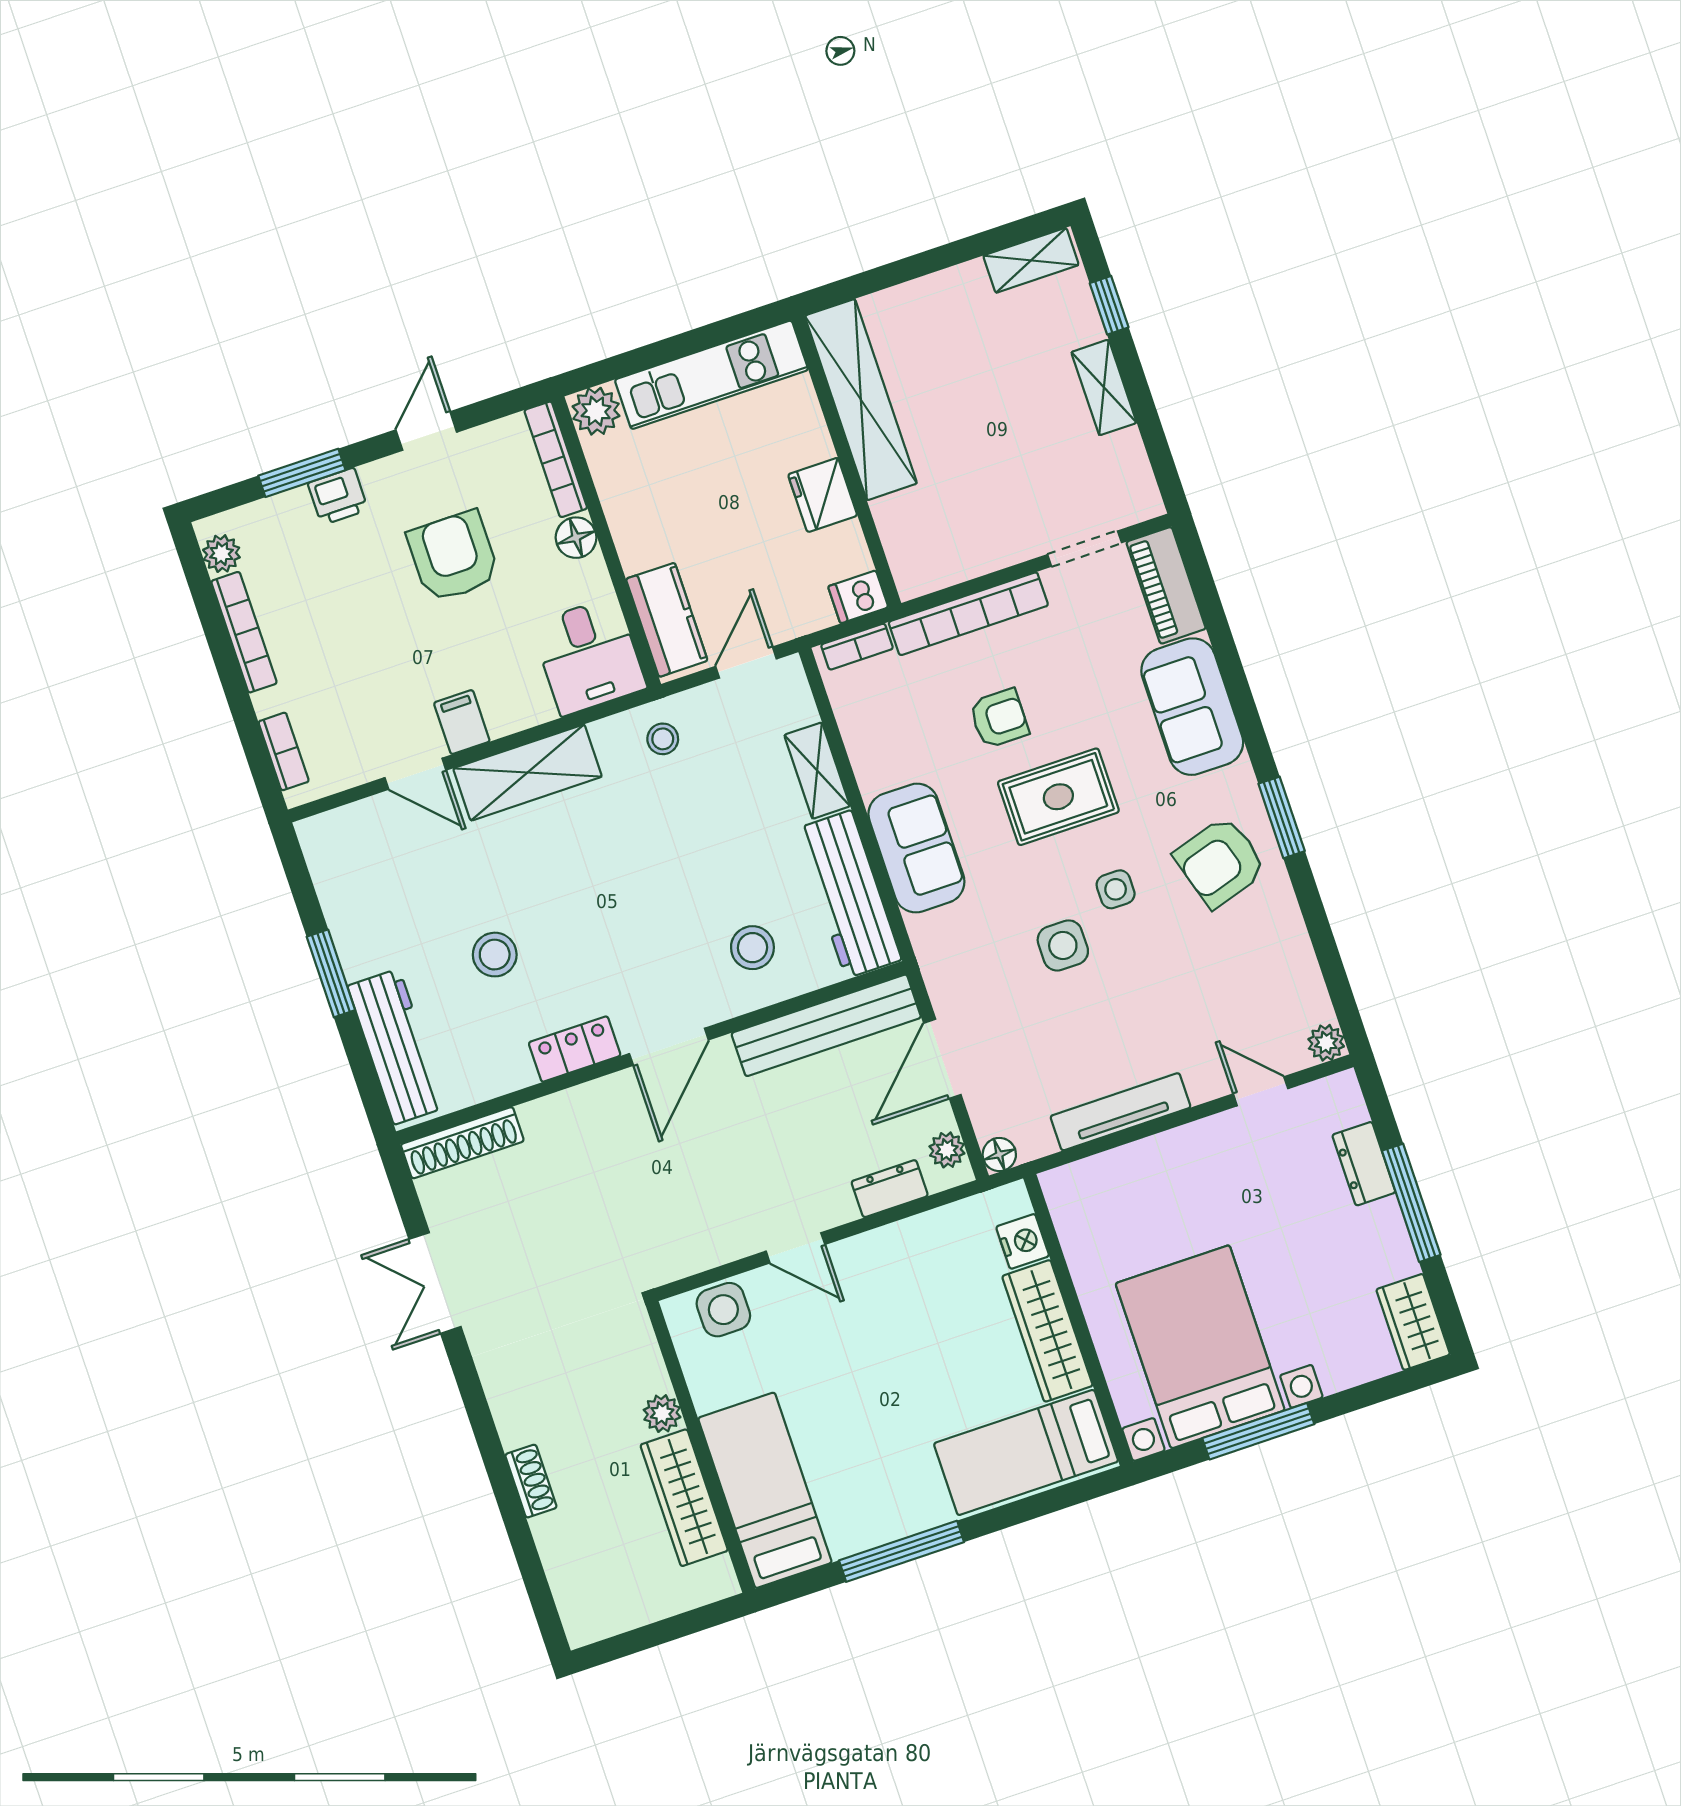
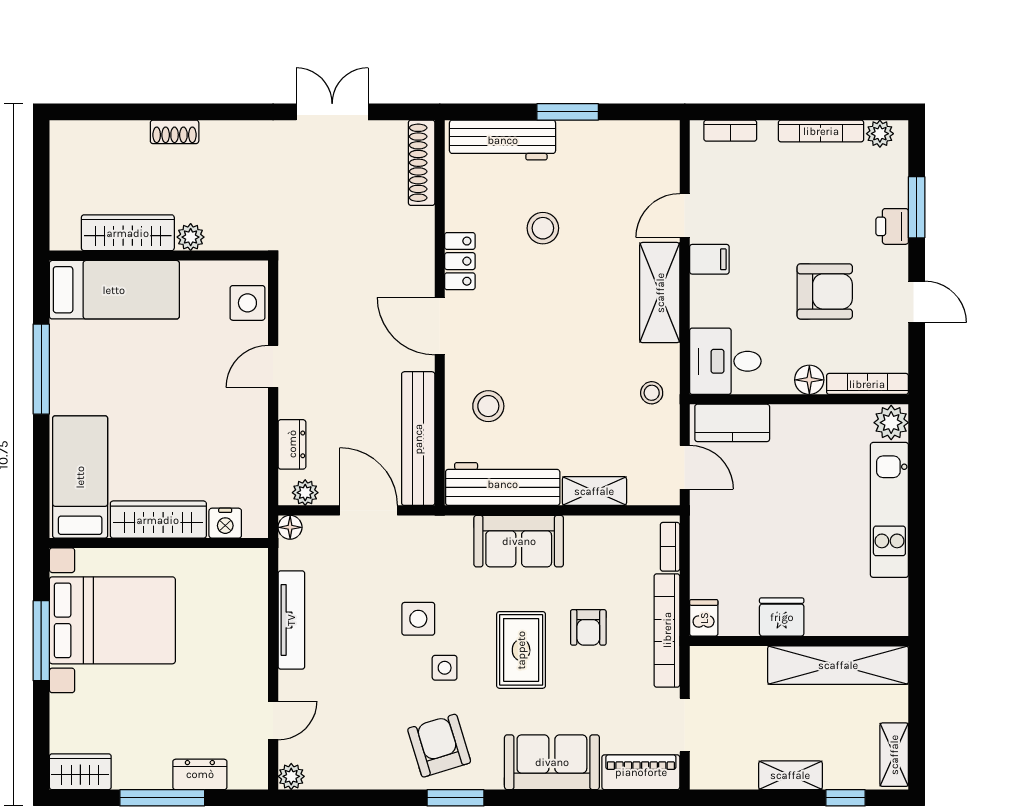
shelving: (861, 400) -> (838, 665), moved
wall: (847, 462) -> (799, 641), moved
fridge: (823, 495) -> (782, 617), moved
dishwasher: (858, 597) -> (704, 618), moved

